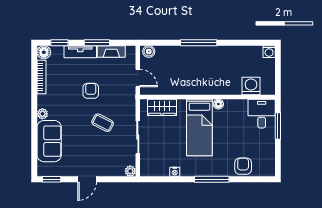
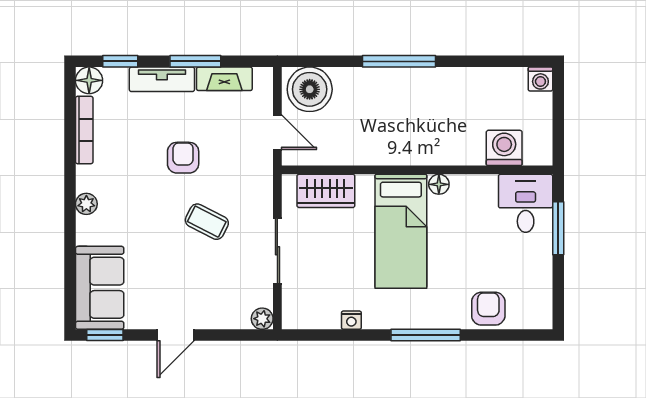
boiler: (149, 51) -> (310, 89), width x1.86, depth x1.86
sofa: (49, 141) -> (100, 288), moved

